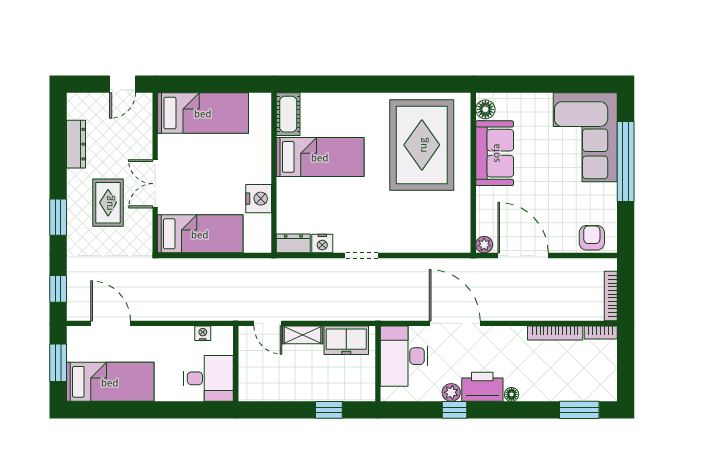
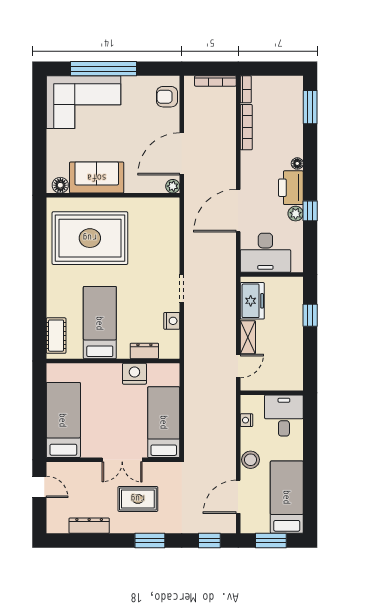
cot: (288, 114) -> (56, 336), moved, turned 90
dresser: (293, 243) -> (144, 351), moved, turned 90
stool: (155, 338) -> (251, 460), added

